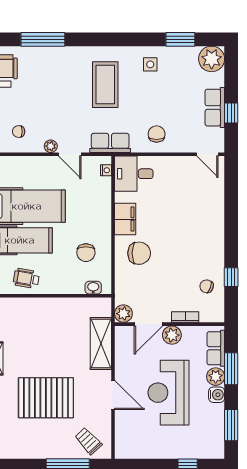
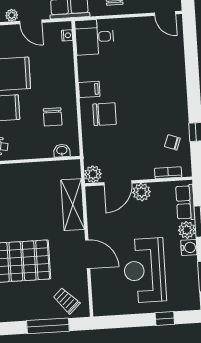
filing cabinet: (125, 219) -> (89, 89), width x0.50
bookcase: (185, 317) -> (168, 173), moved
reception desk: (169, 393) -> (145, 270), moved

